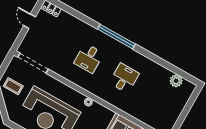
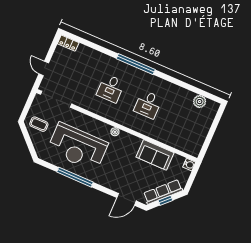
door: (30, 21) -> (44, 68), moved
desk: (124, 78) -> (148, 105), turned 180

